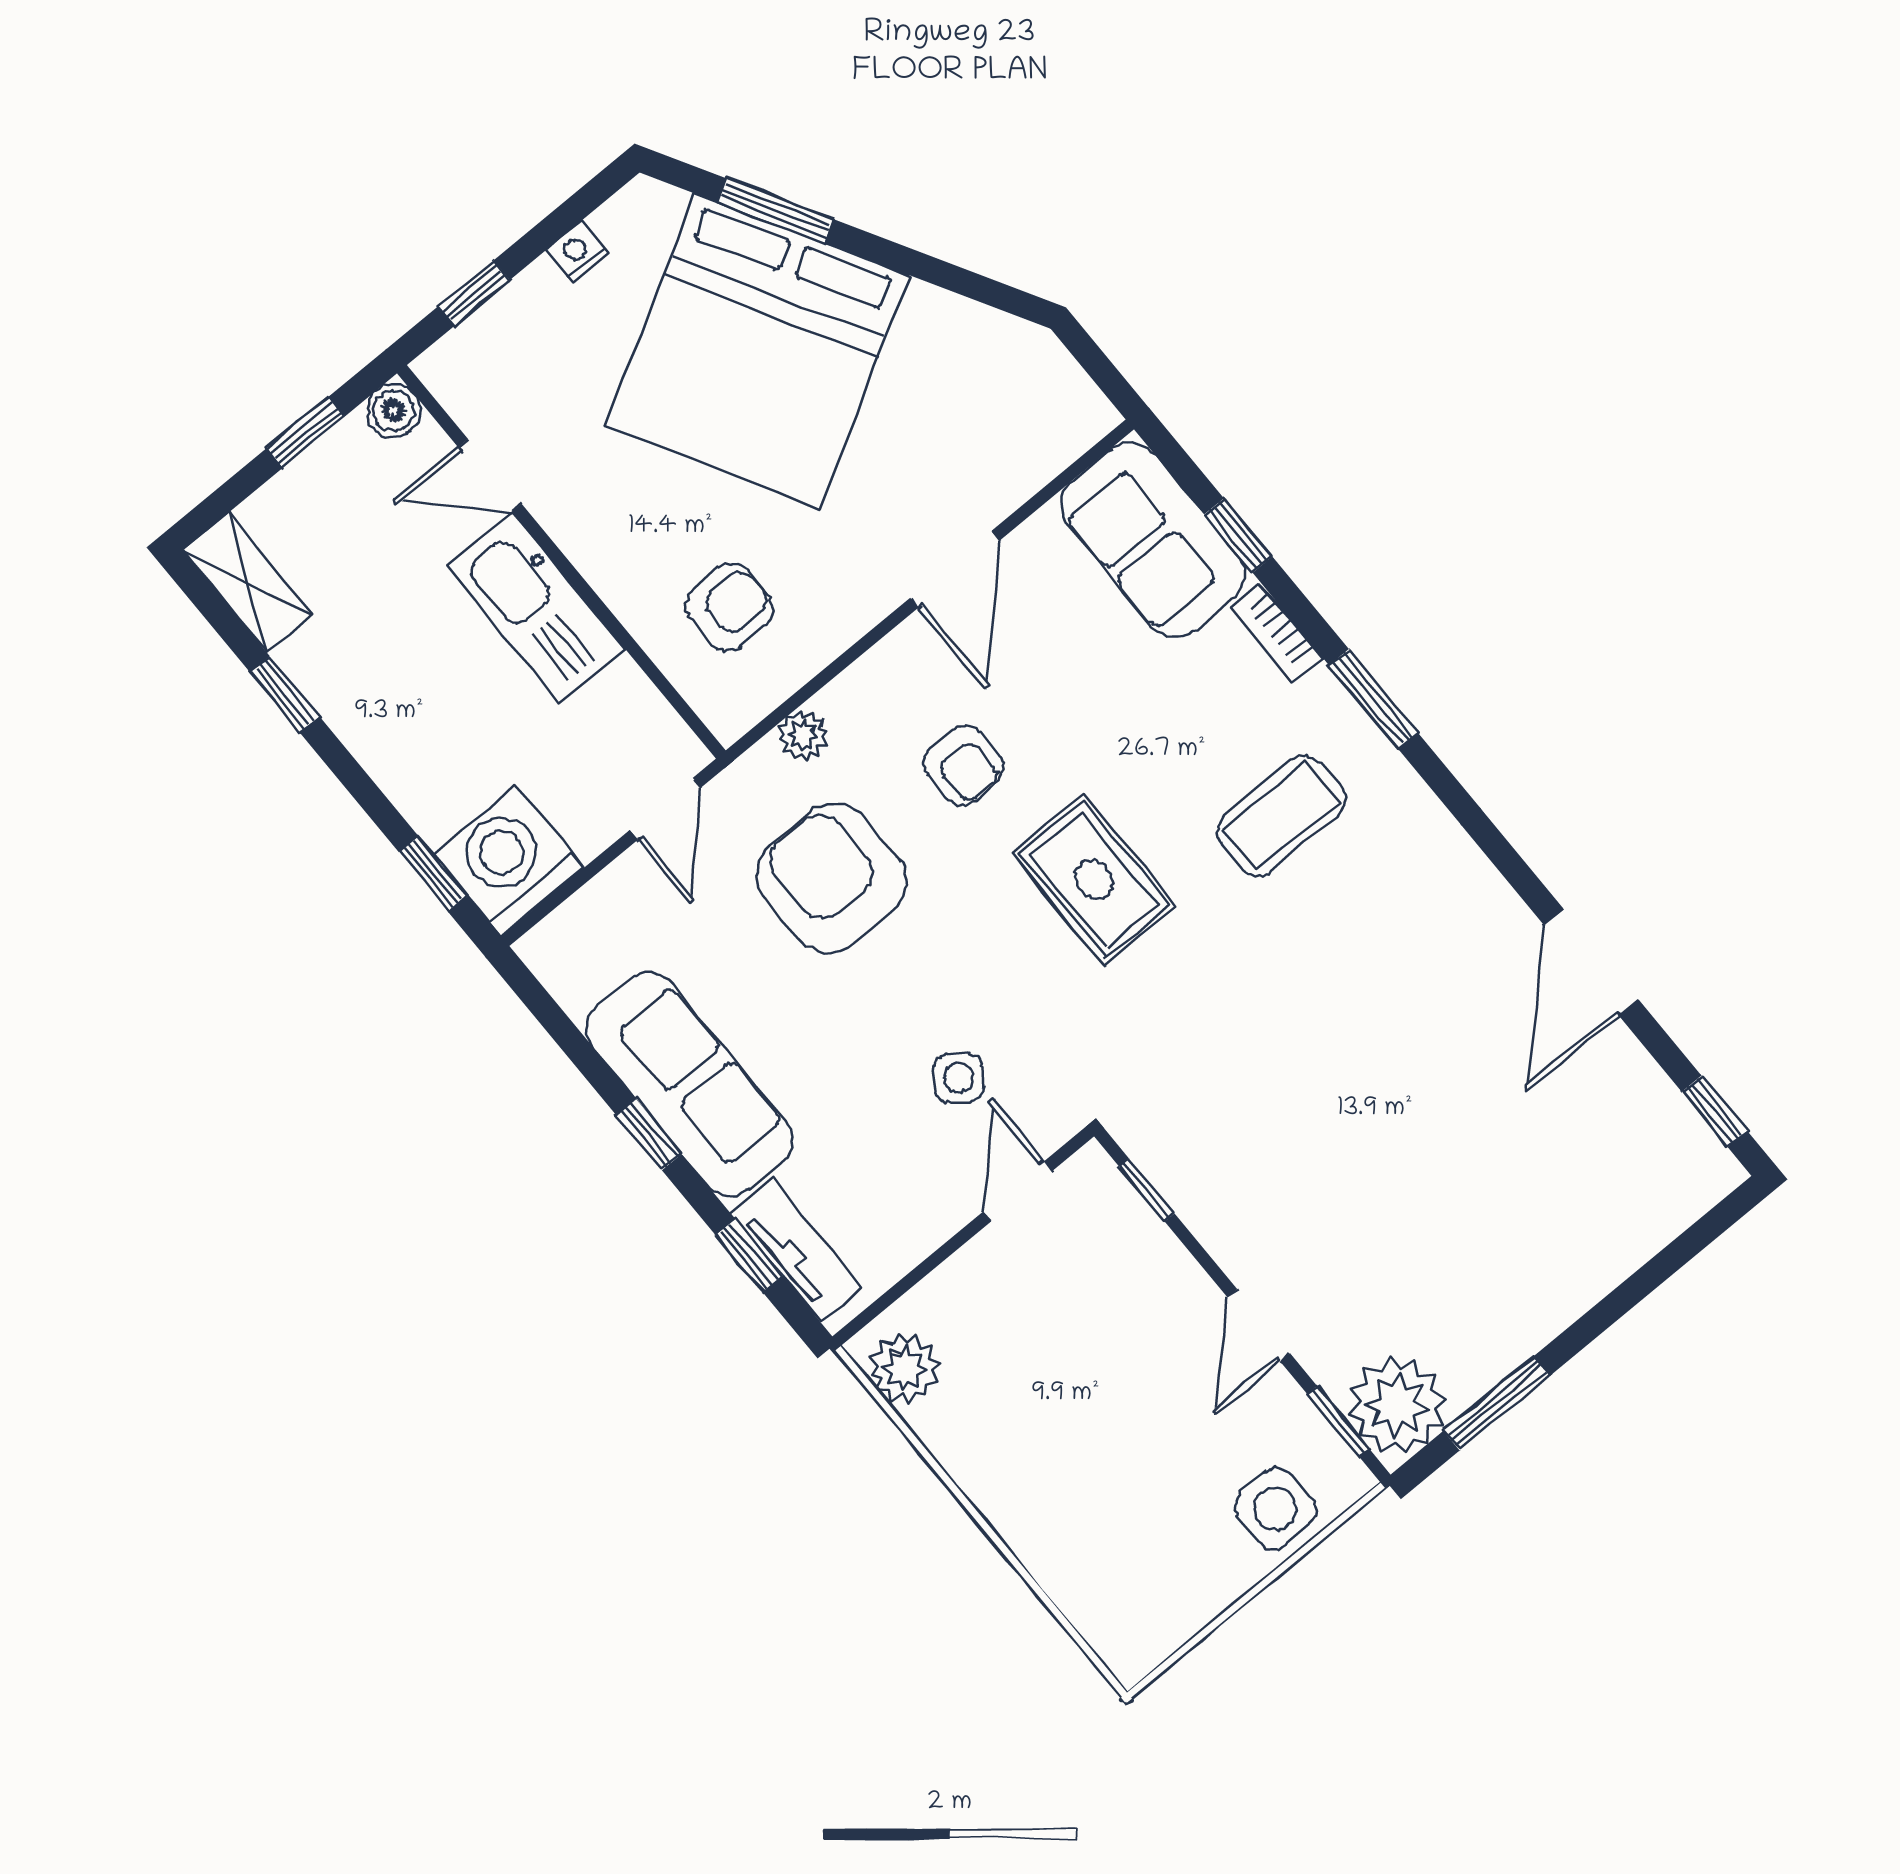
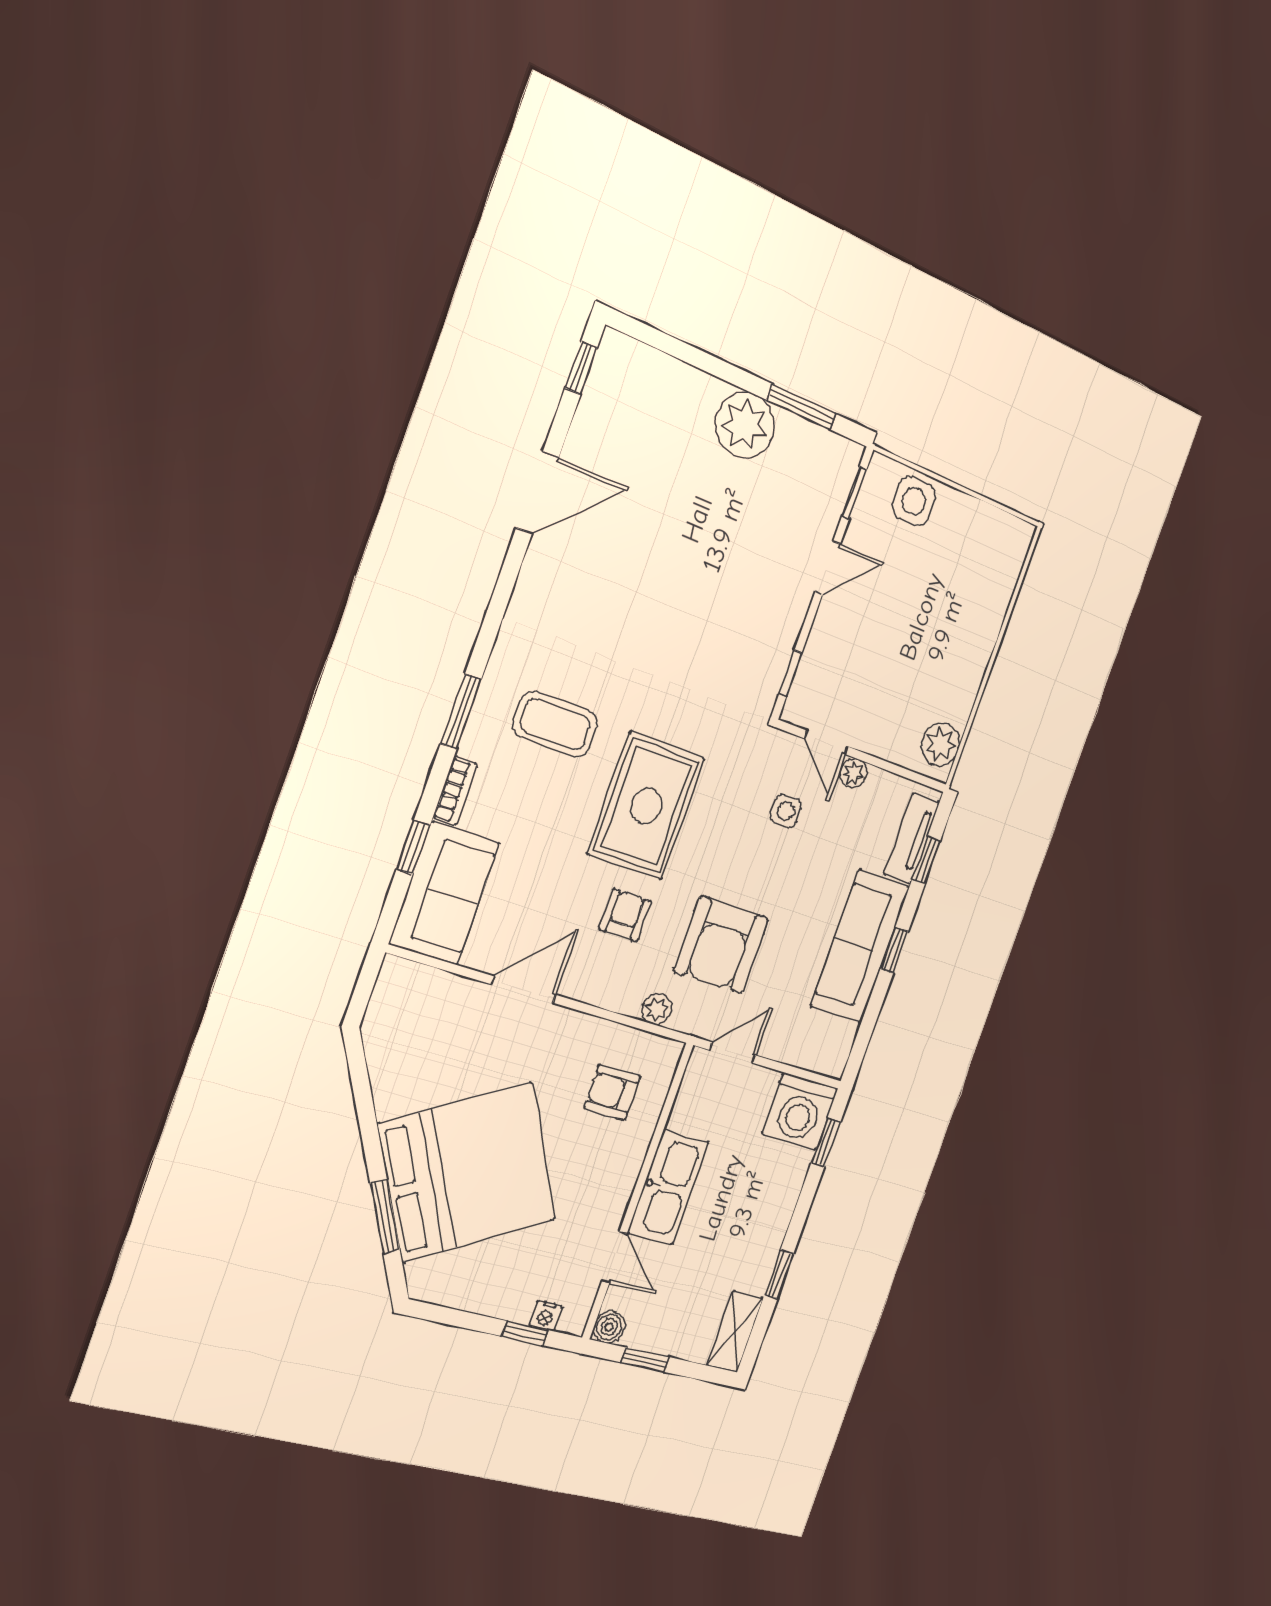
nightstand: (577, 252) -> (546, 1316), moved
rug: (1094, 879) -> (646, 806), width x1.36, depth x1.43
side table: (959, 1078) -> (786, 811), turned -37
door: (1018, 1191) -> (826, 742), hinge flipped
plant: (948, 1209) -> (853, 773), added
plant: (1397, 1406) -> (745, 425), moved

